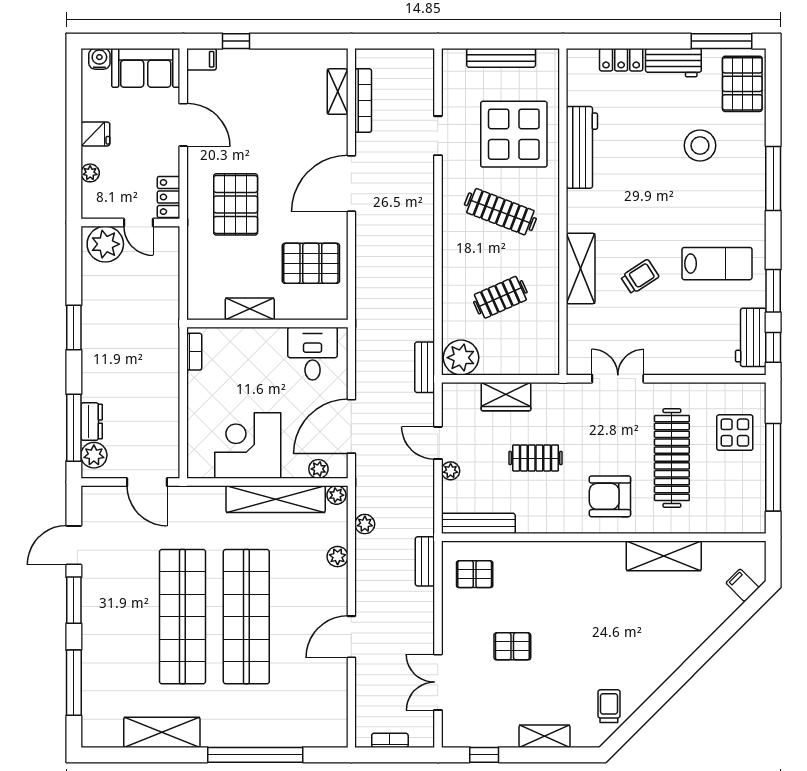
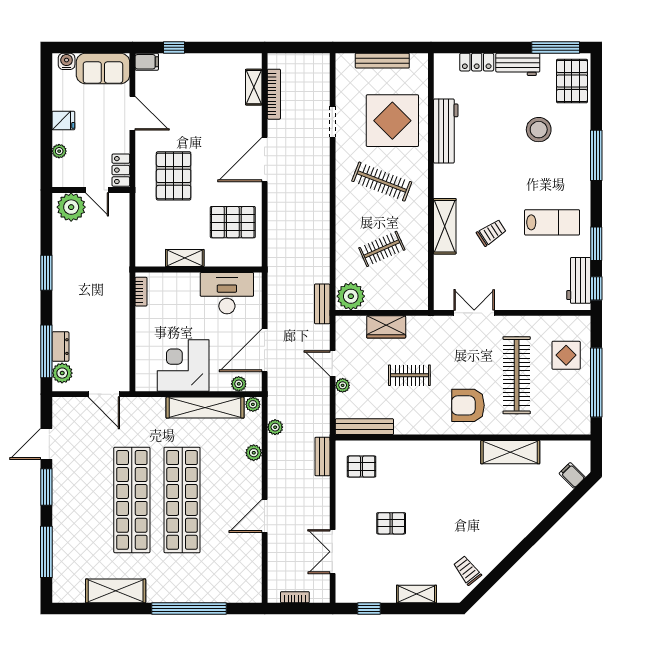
desk: (313, 354) -> (227, 293), width x1.37
trolley: (609, 706) -> (467, 570), turned -38

